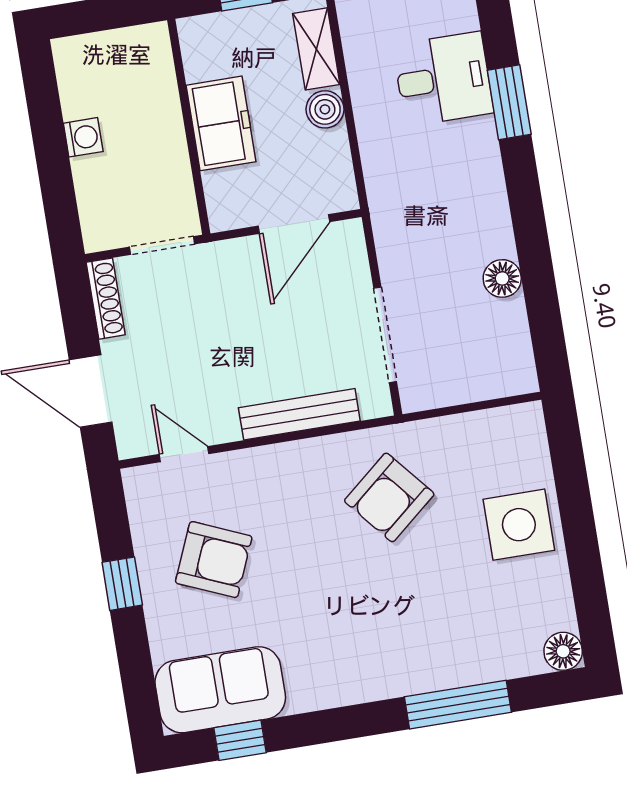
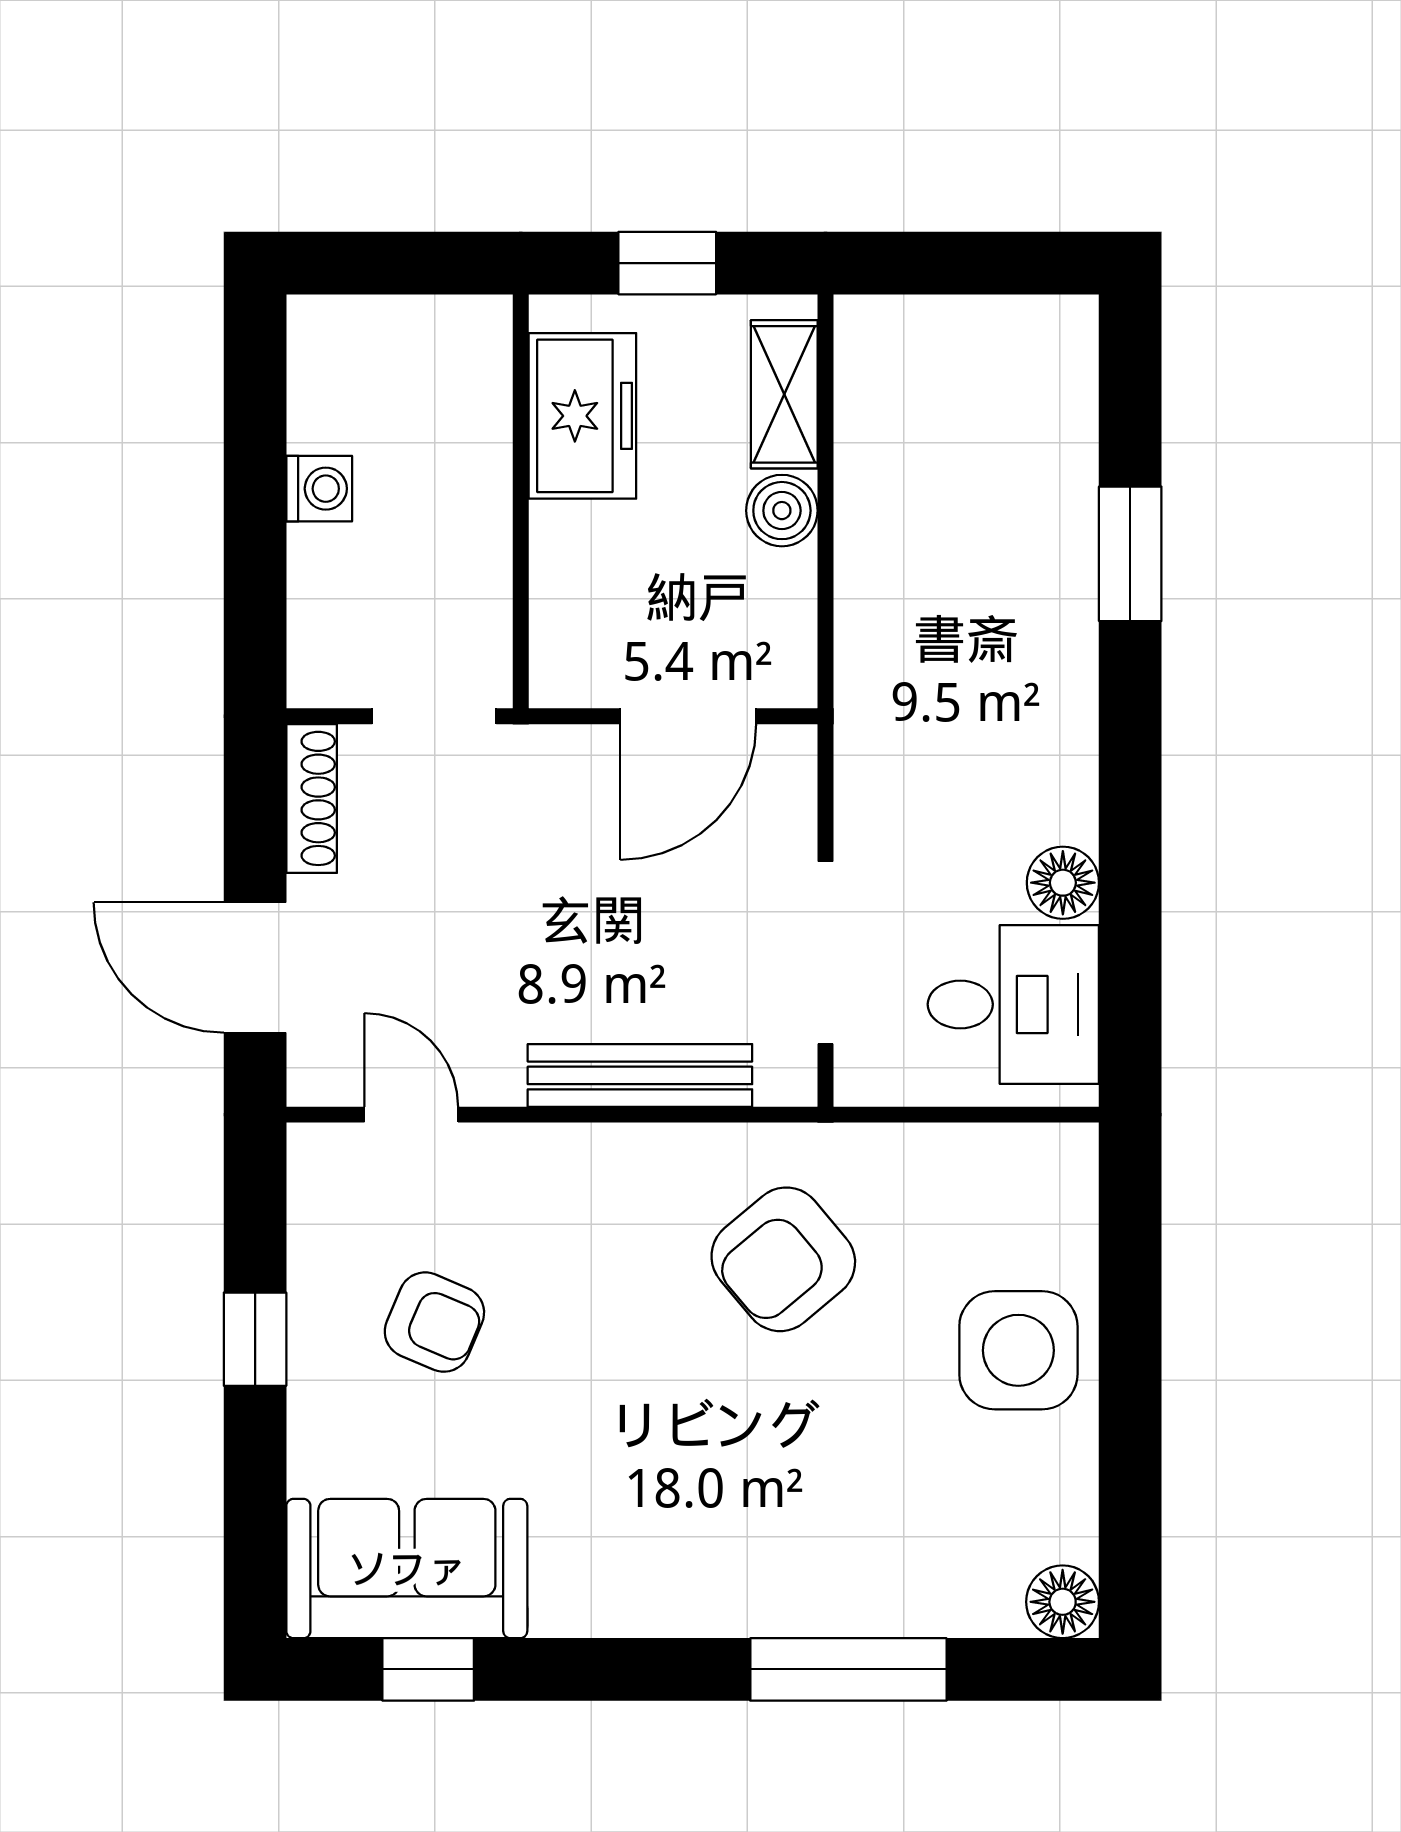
desk: (443, 79) -> (1013, 1004), moved
freezer: (221, 123) -> (582, 416), moved
armchair: (214, 560) -> (434, 1322), width x0.72, depth x0.72

